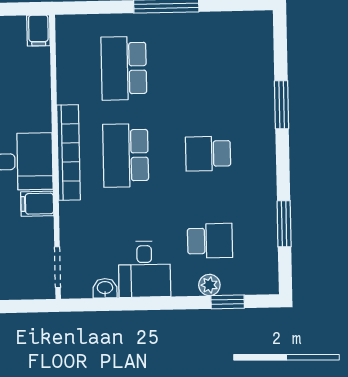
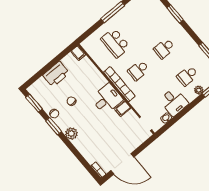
school desk: (126, 155) -> (138, 70), width x0.54
school desk: (210, 241) -> (187, 76), turned 180

